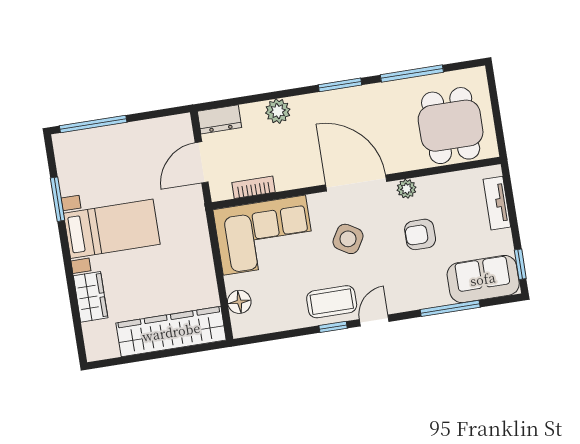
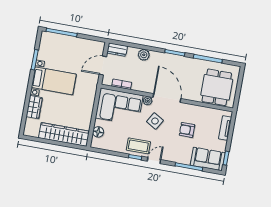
plant: (407, 189) -> (148, 101), moved

